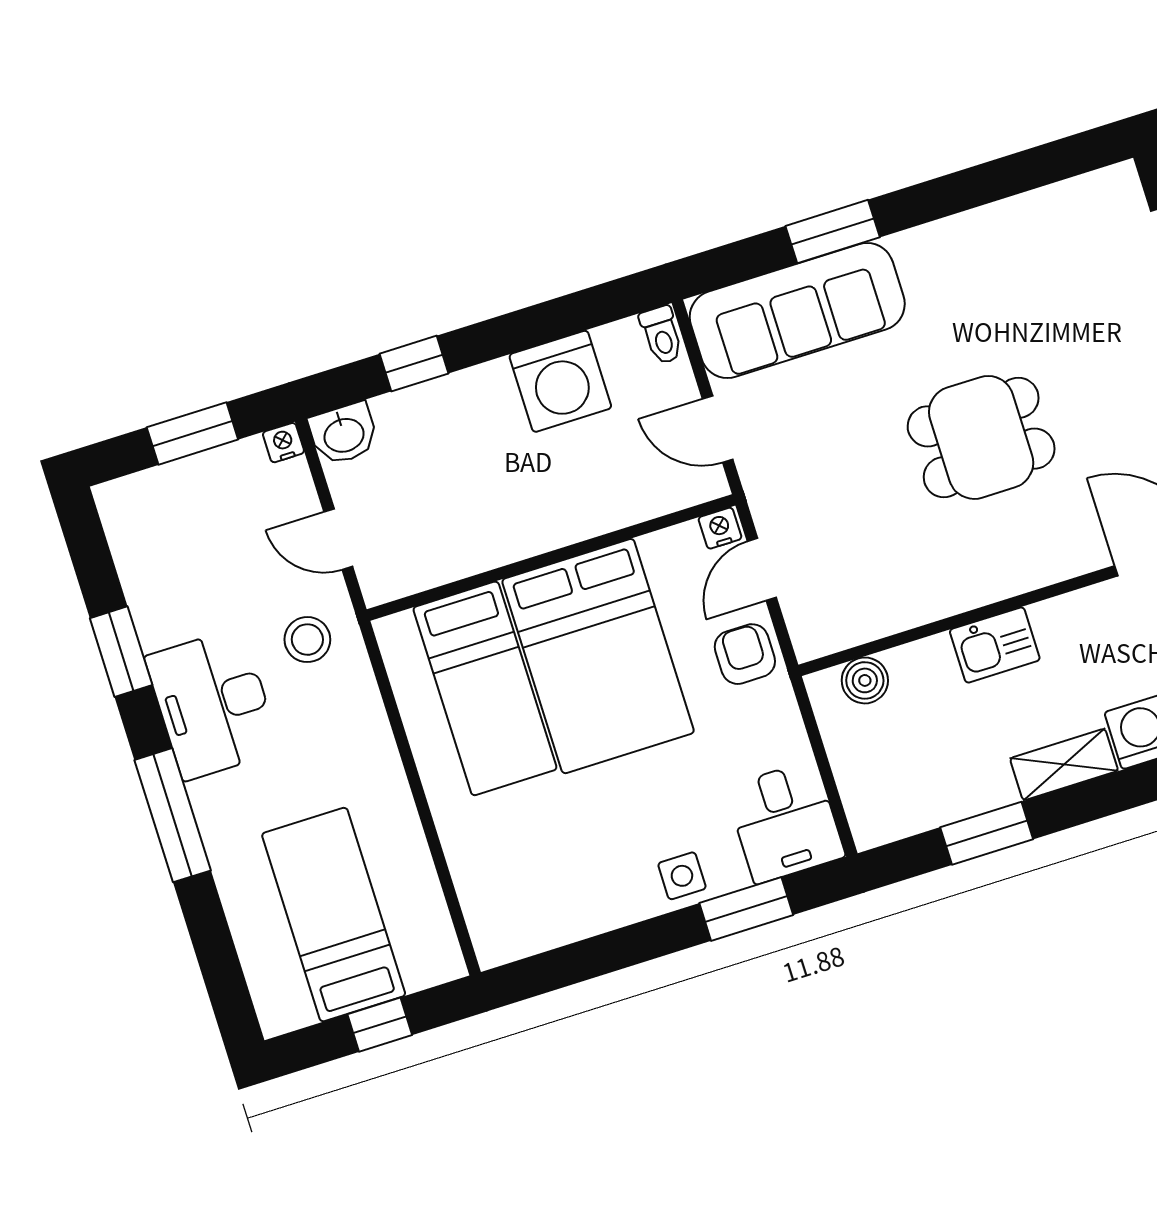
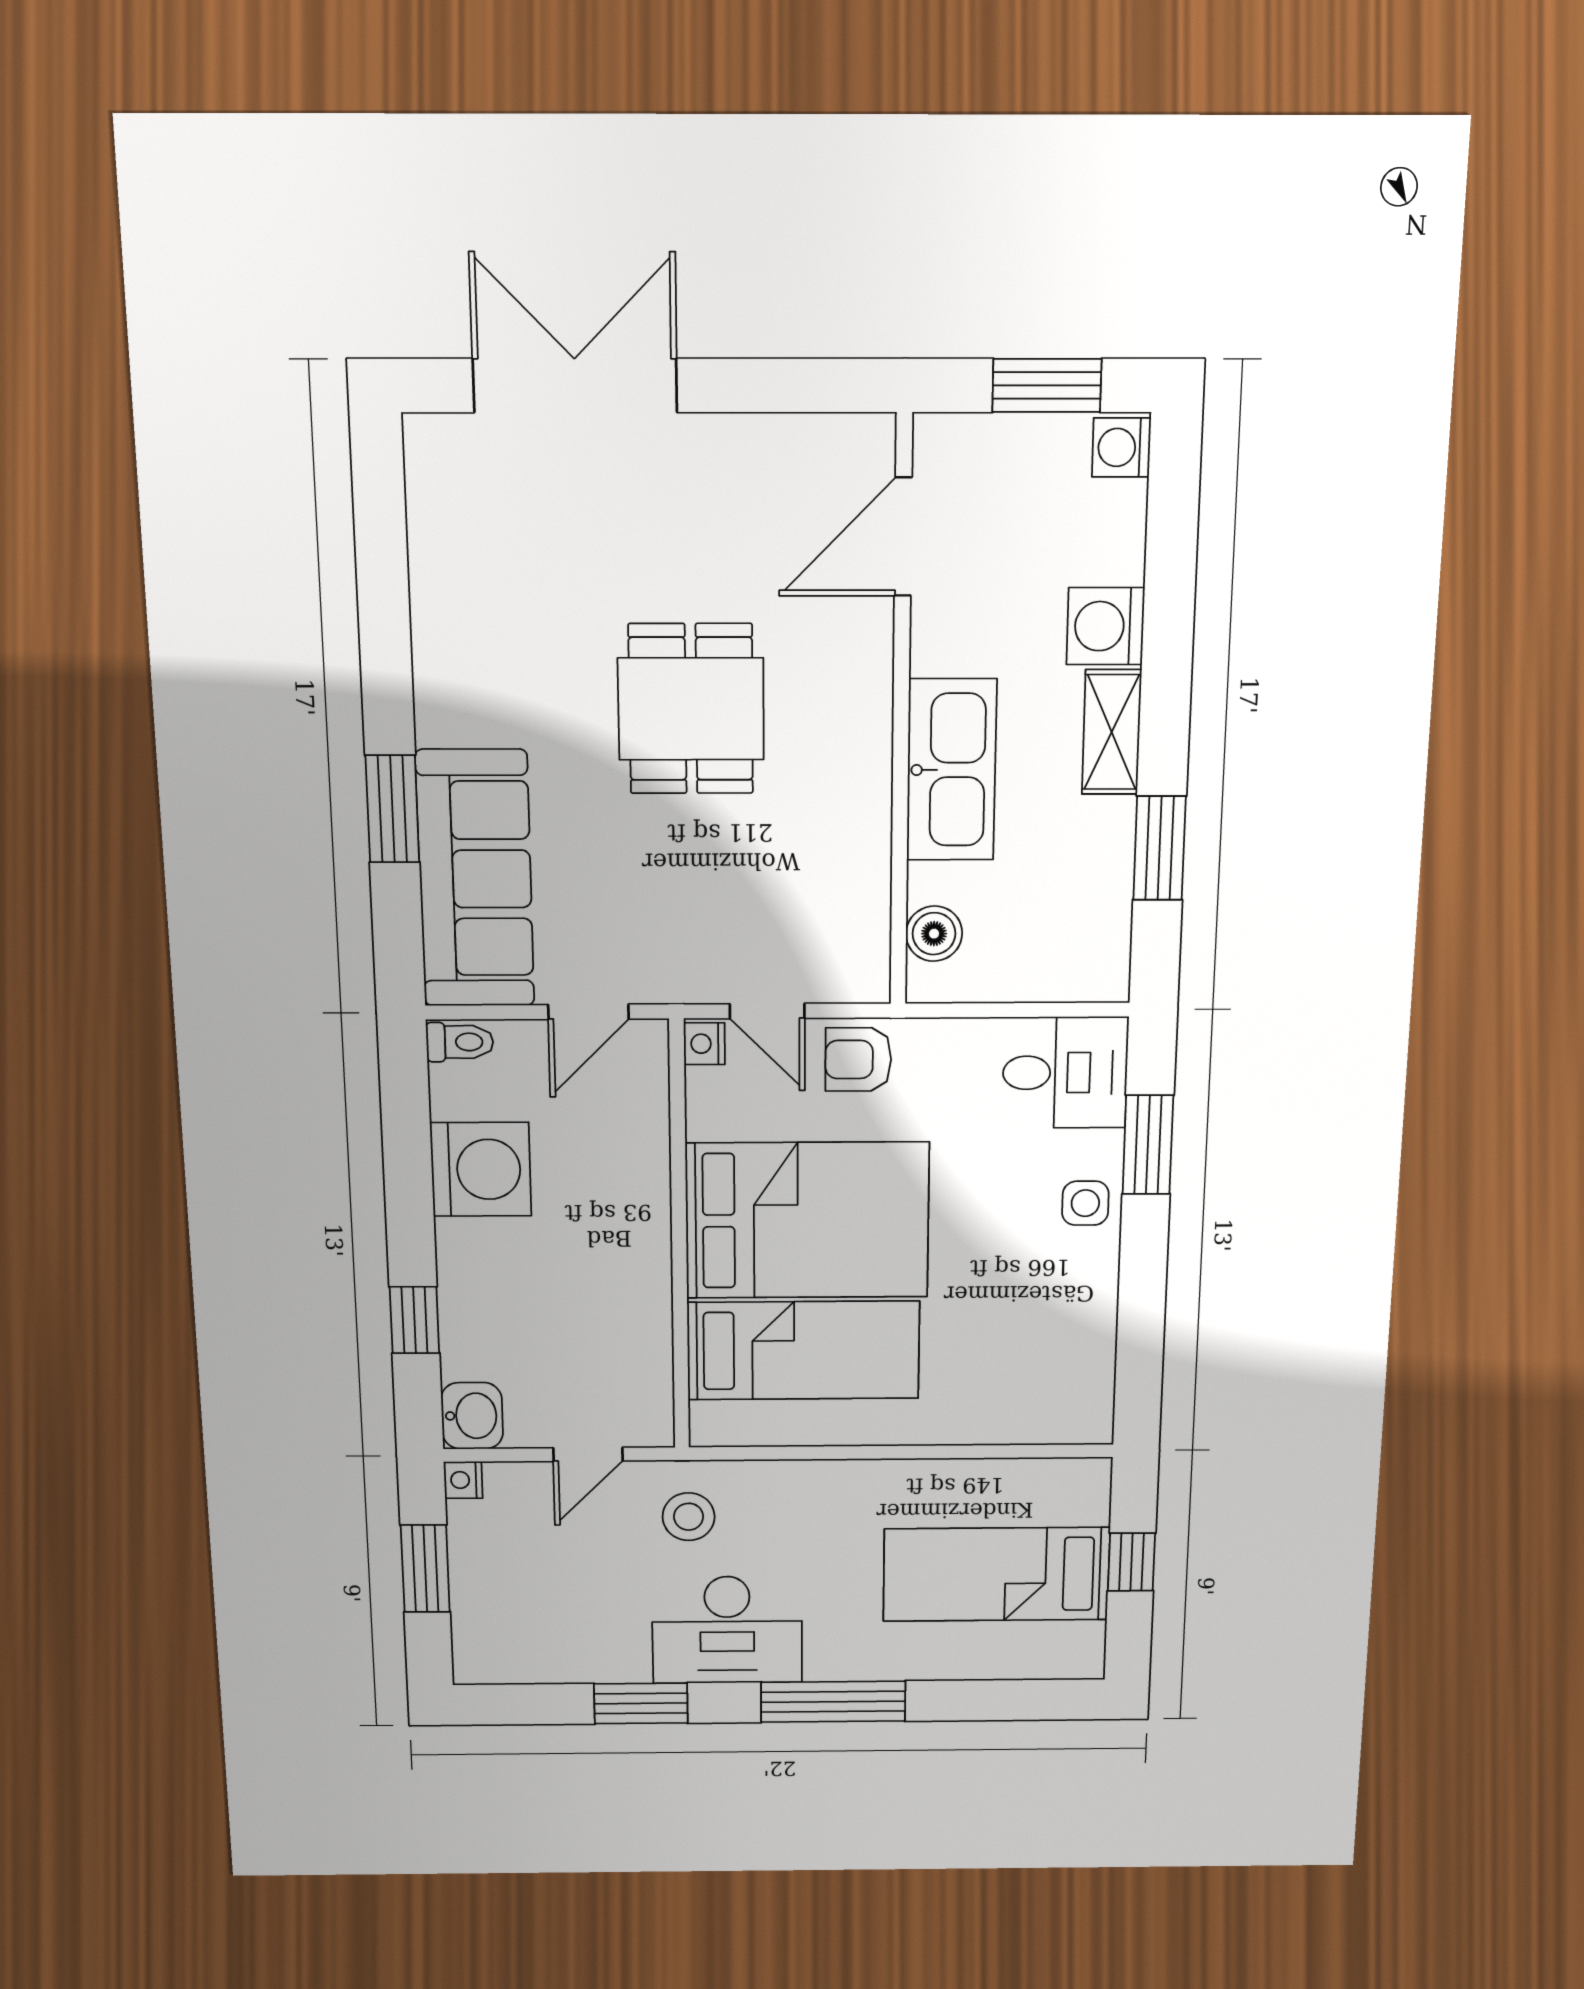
kitchen sink: (995, 645) -> (951, 770), width x1.87, depth x1.24

